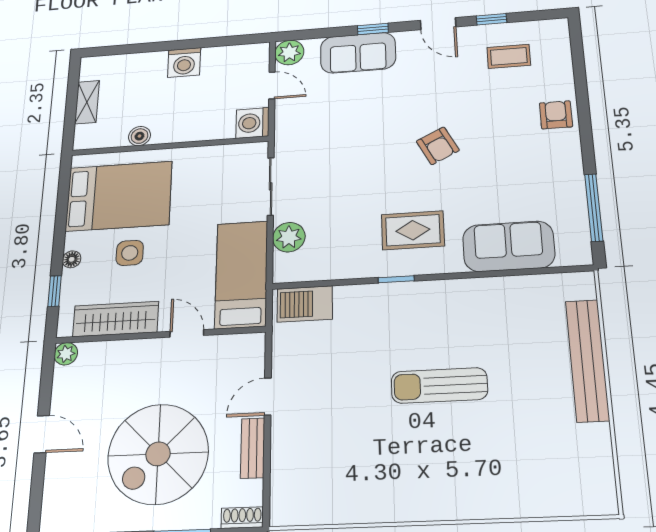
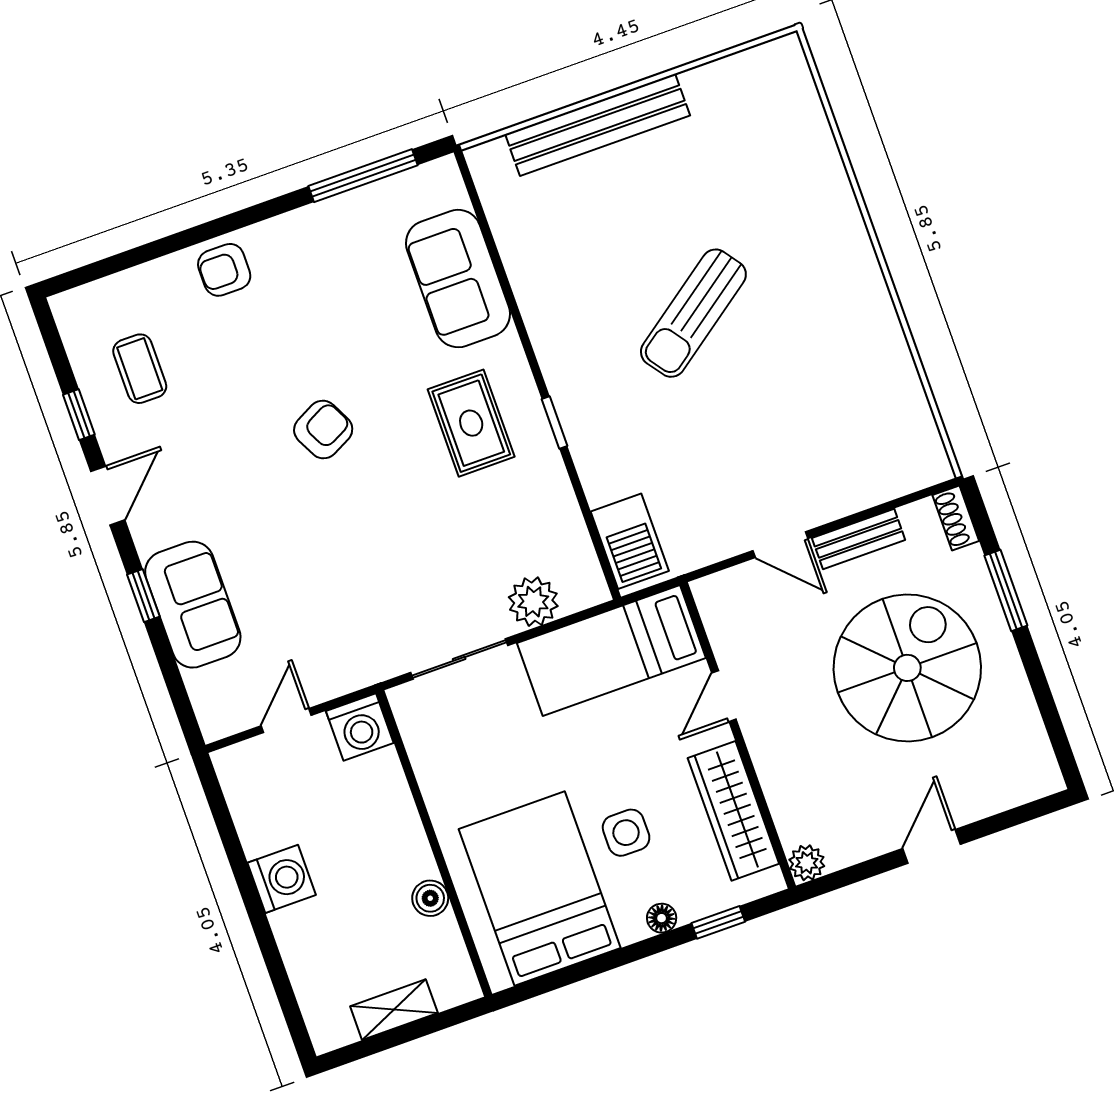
plant: (289, 52) -> (220, 714), removed
sun lounger: (439, 385) -> (693, 313), turned 54
spiral stairs: (158, 454) -> (907, 668), turned -90

